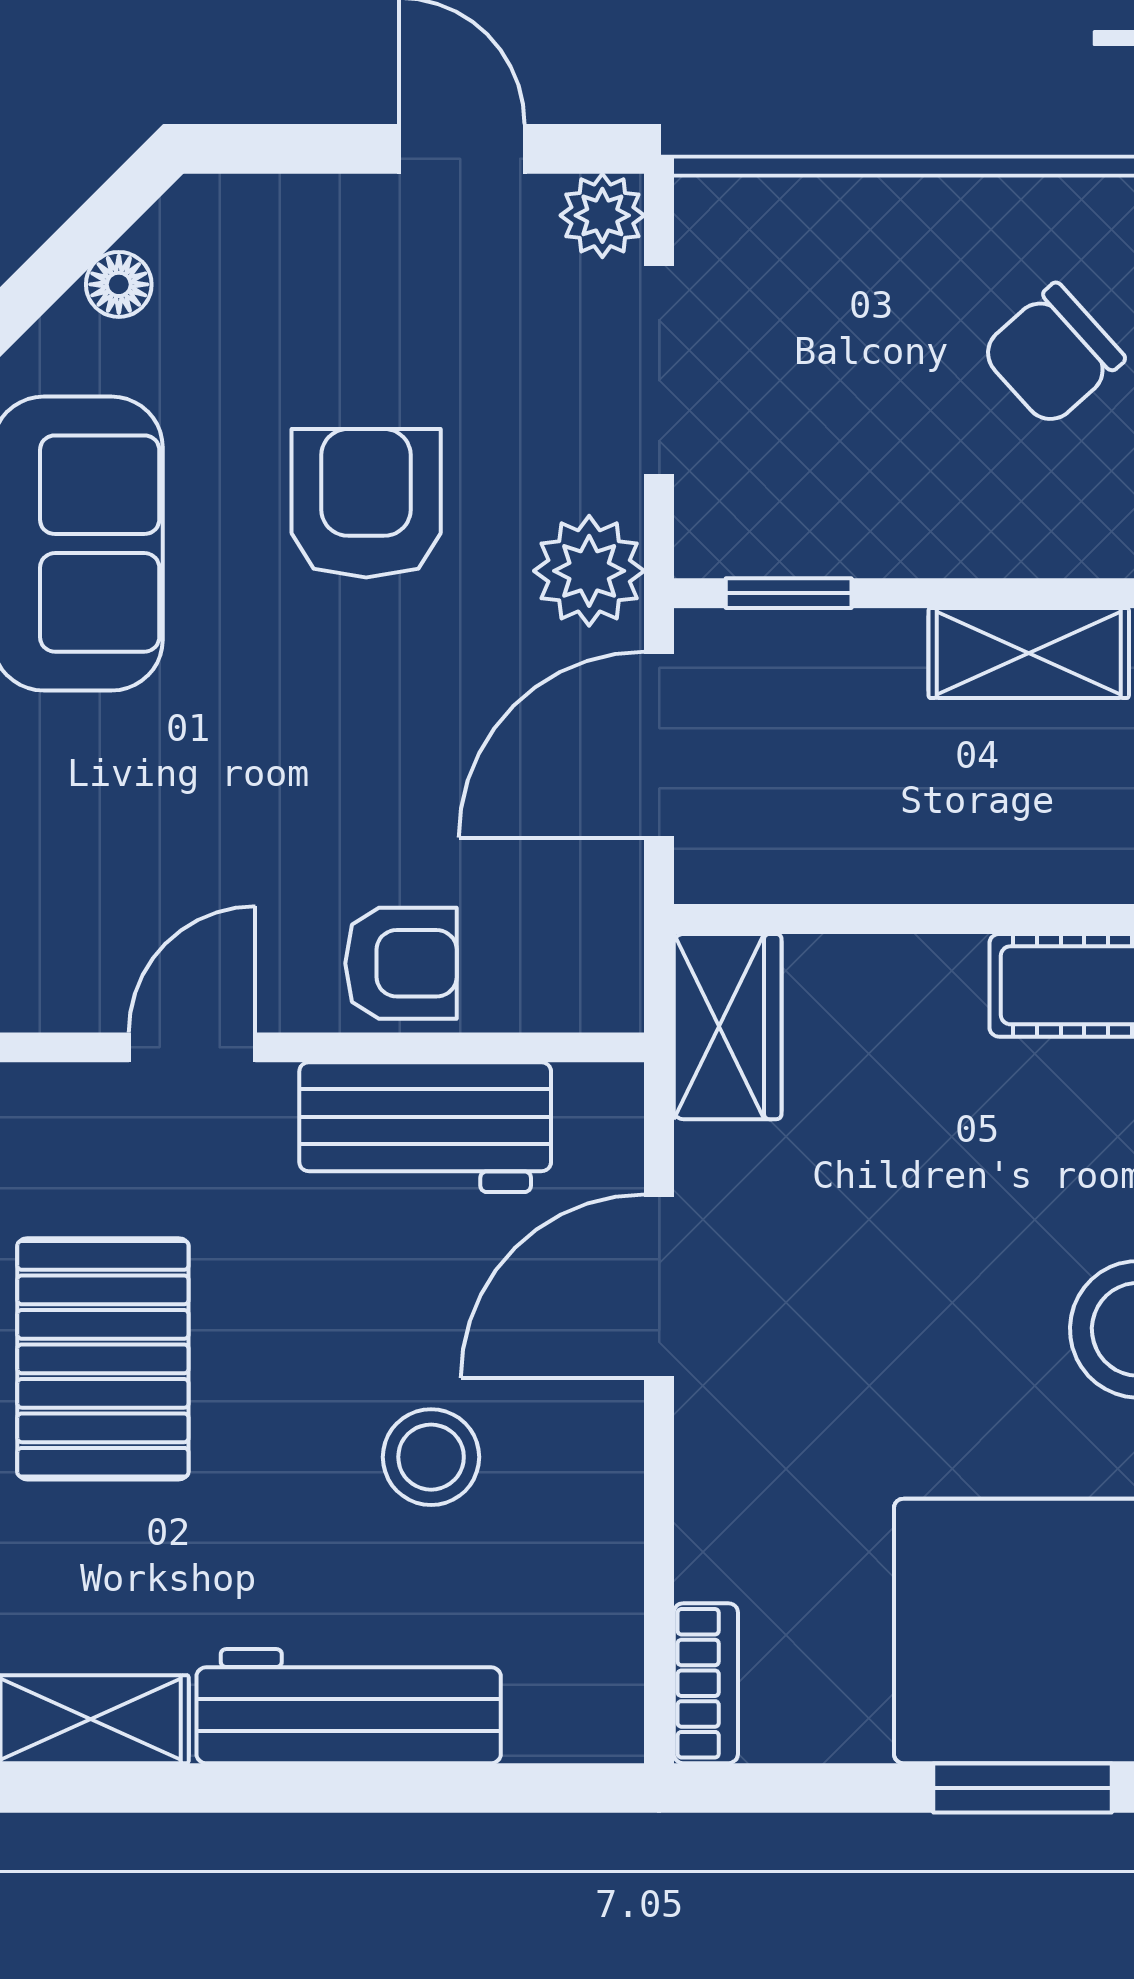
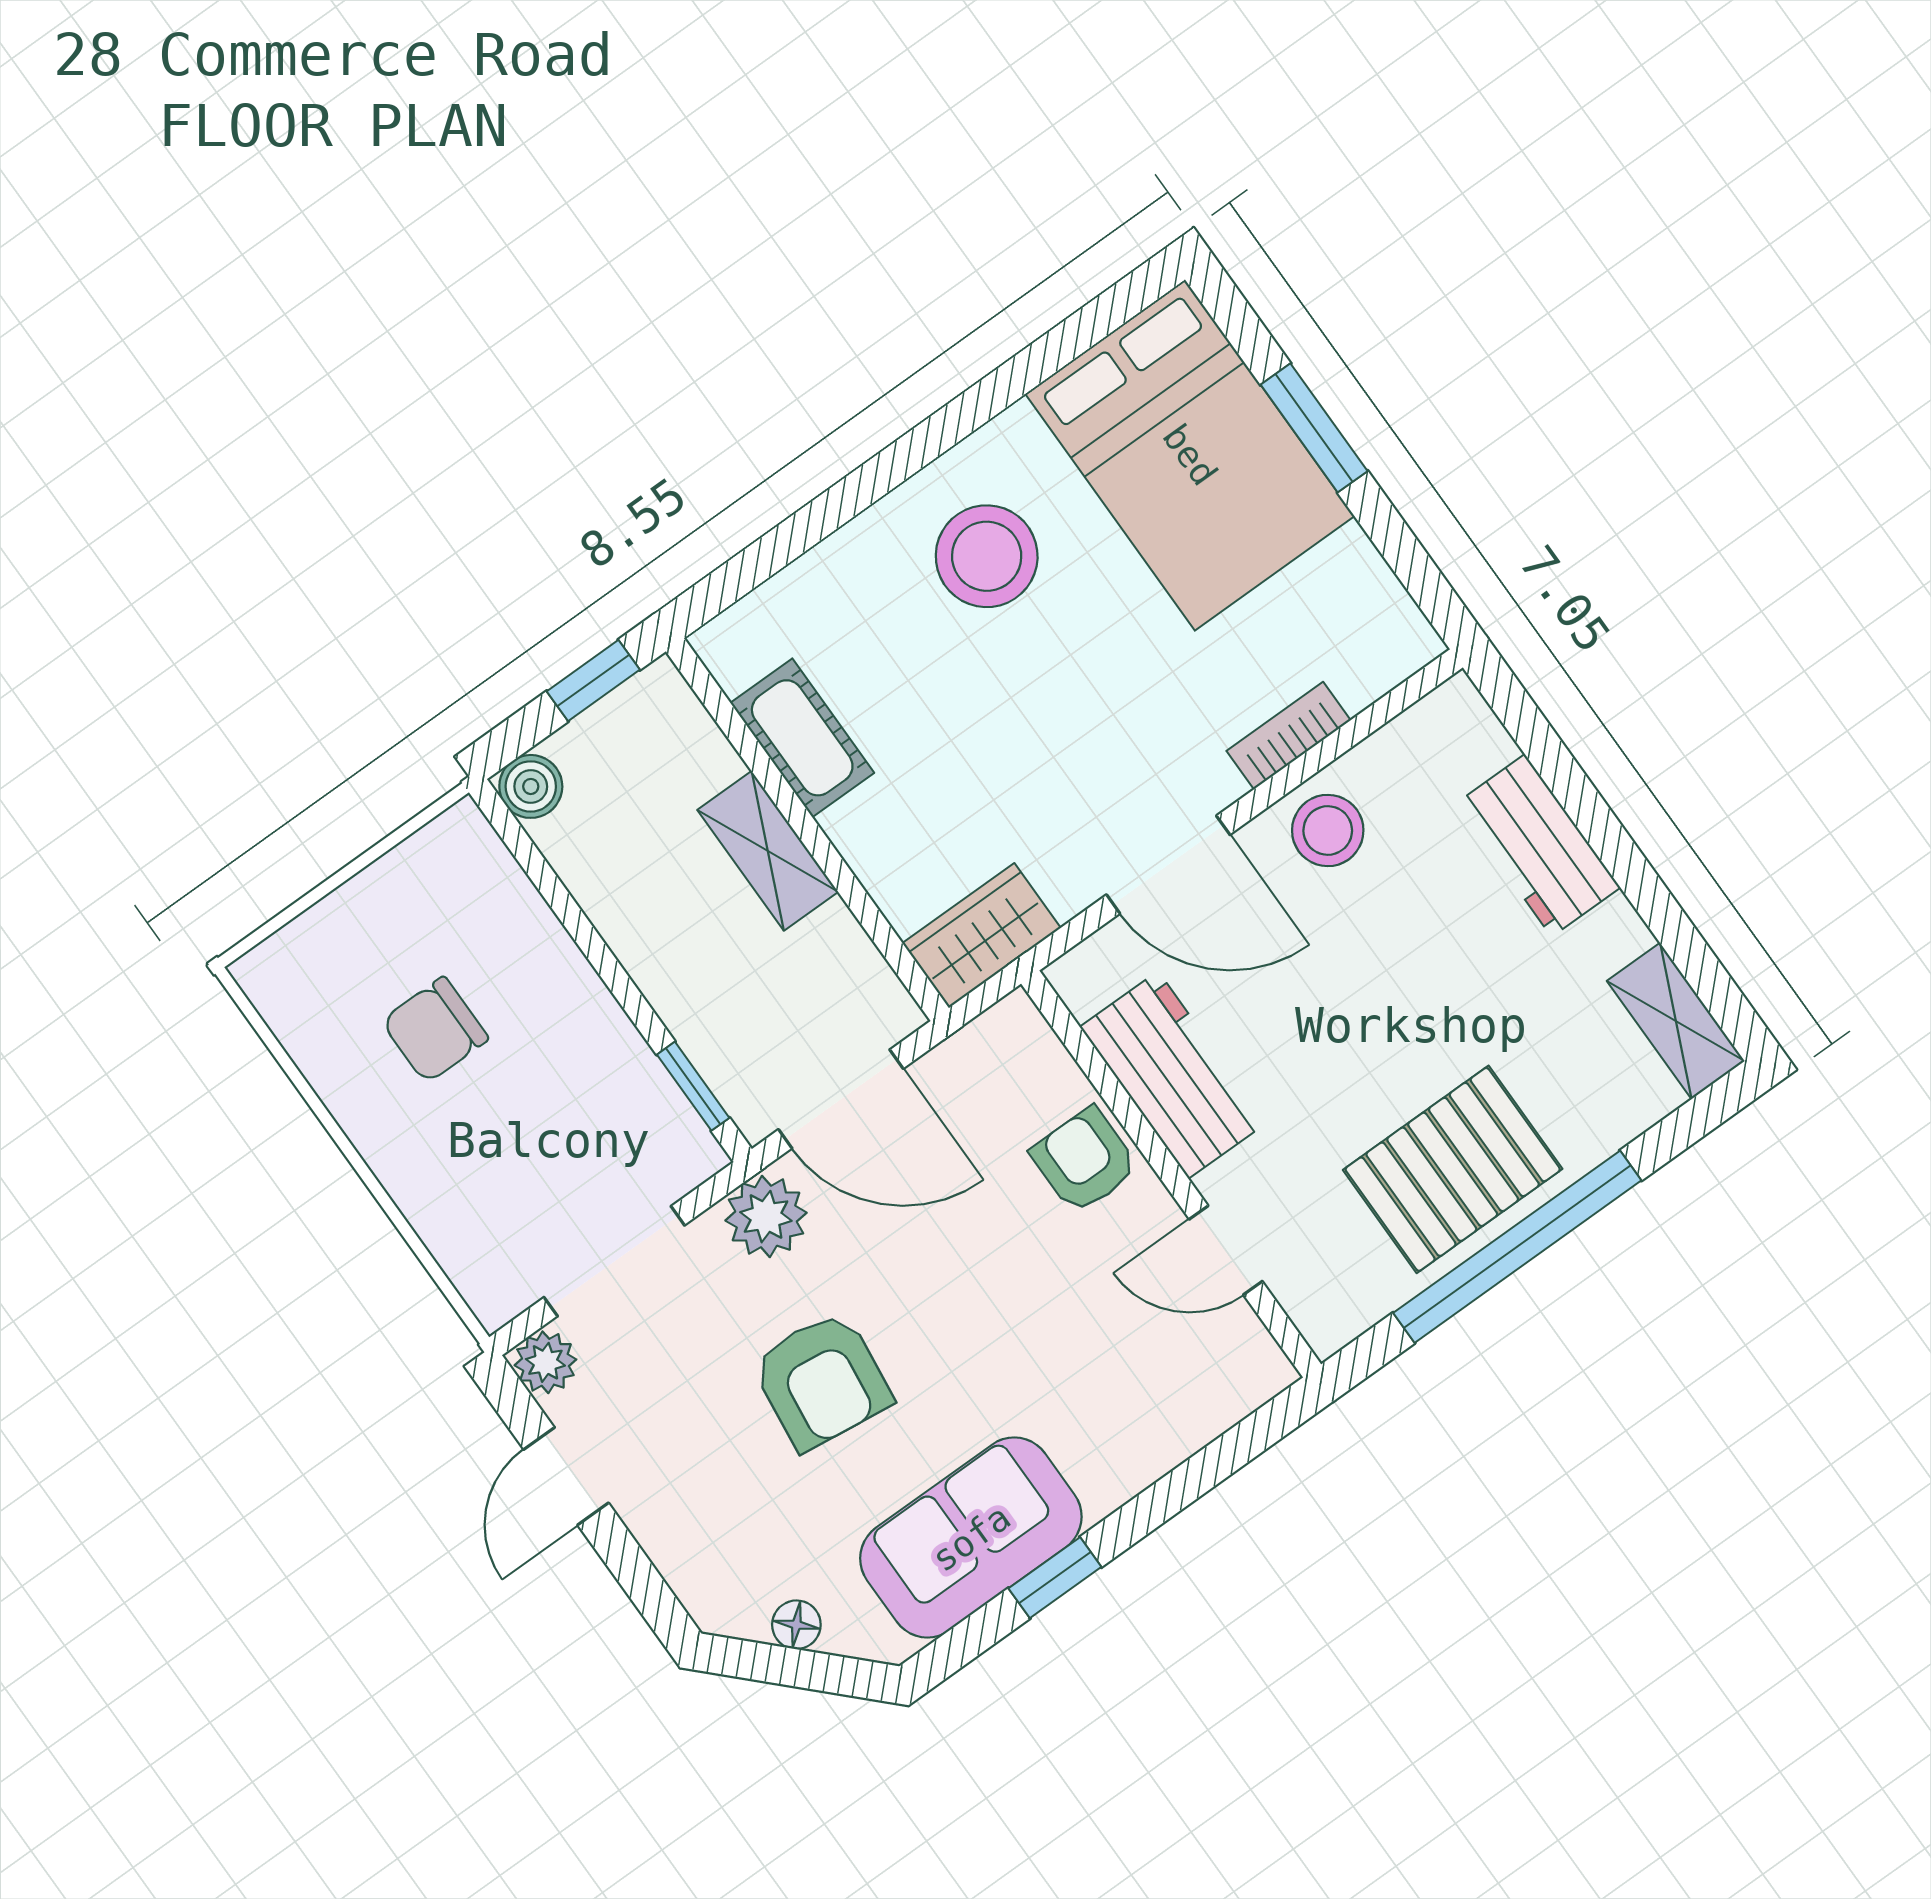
chair: (1052, 355) -> (435, 1030), turned 132
armchair: (366, 503) -> (822, 1381), turned -83
shelving: (1029, 653) -> (768, 851), moved
stool: (431, 1457) -> (1328, 830), moved
bookcase: (706, 1683) -> (1289, 736), moved
workbench: (349, 1706) -> (1538, 846), width x0.73

